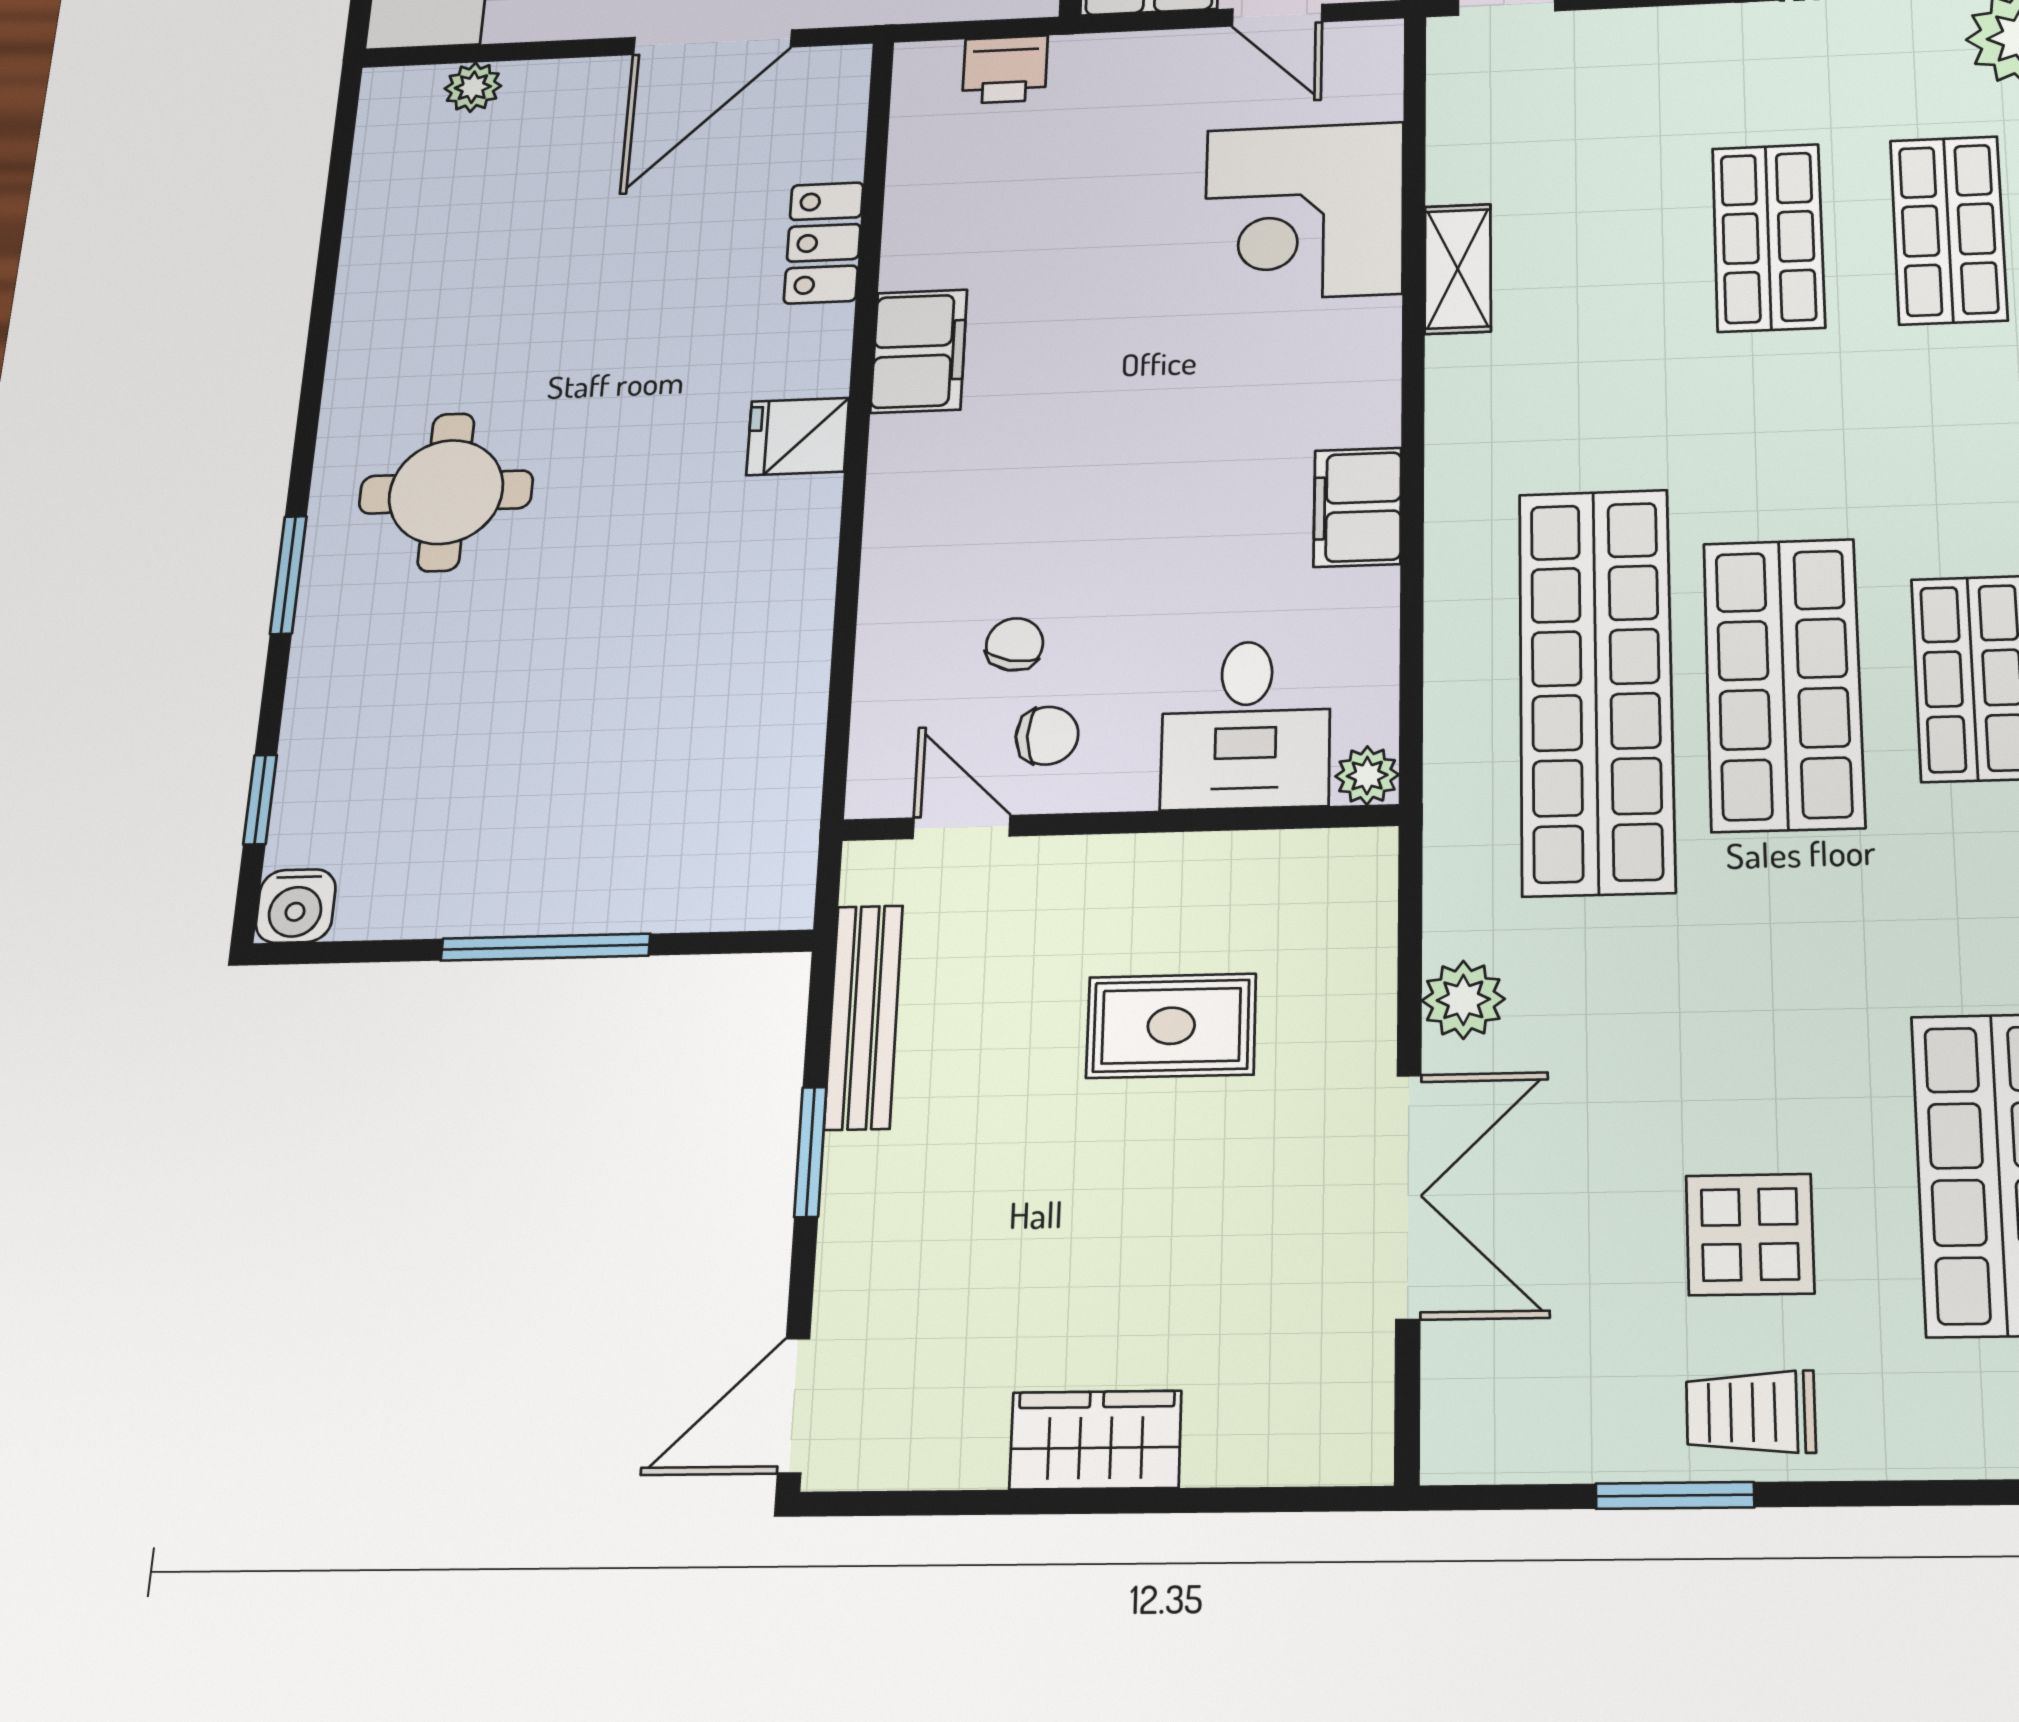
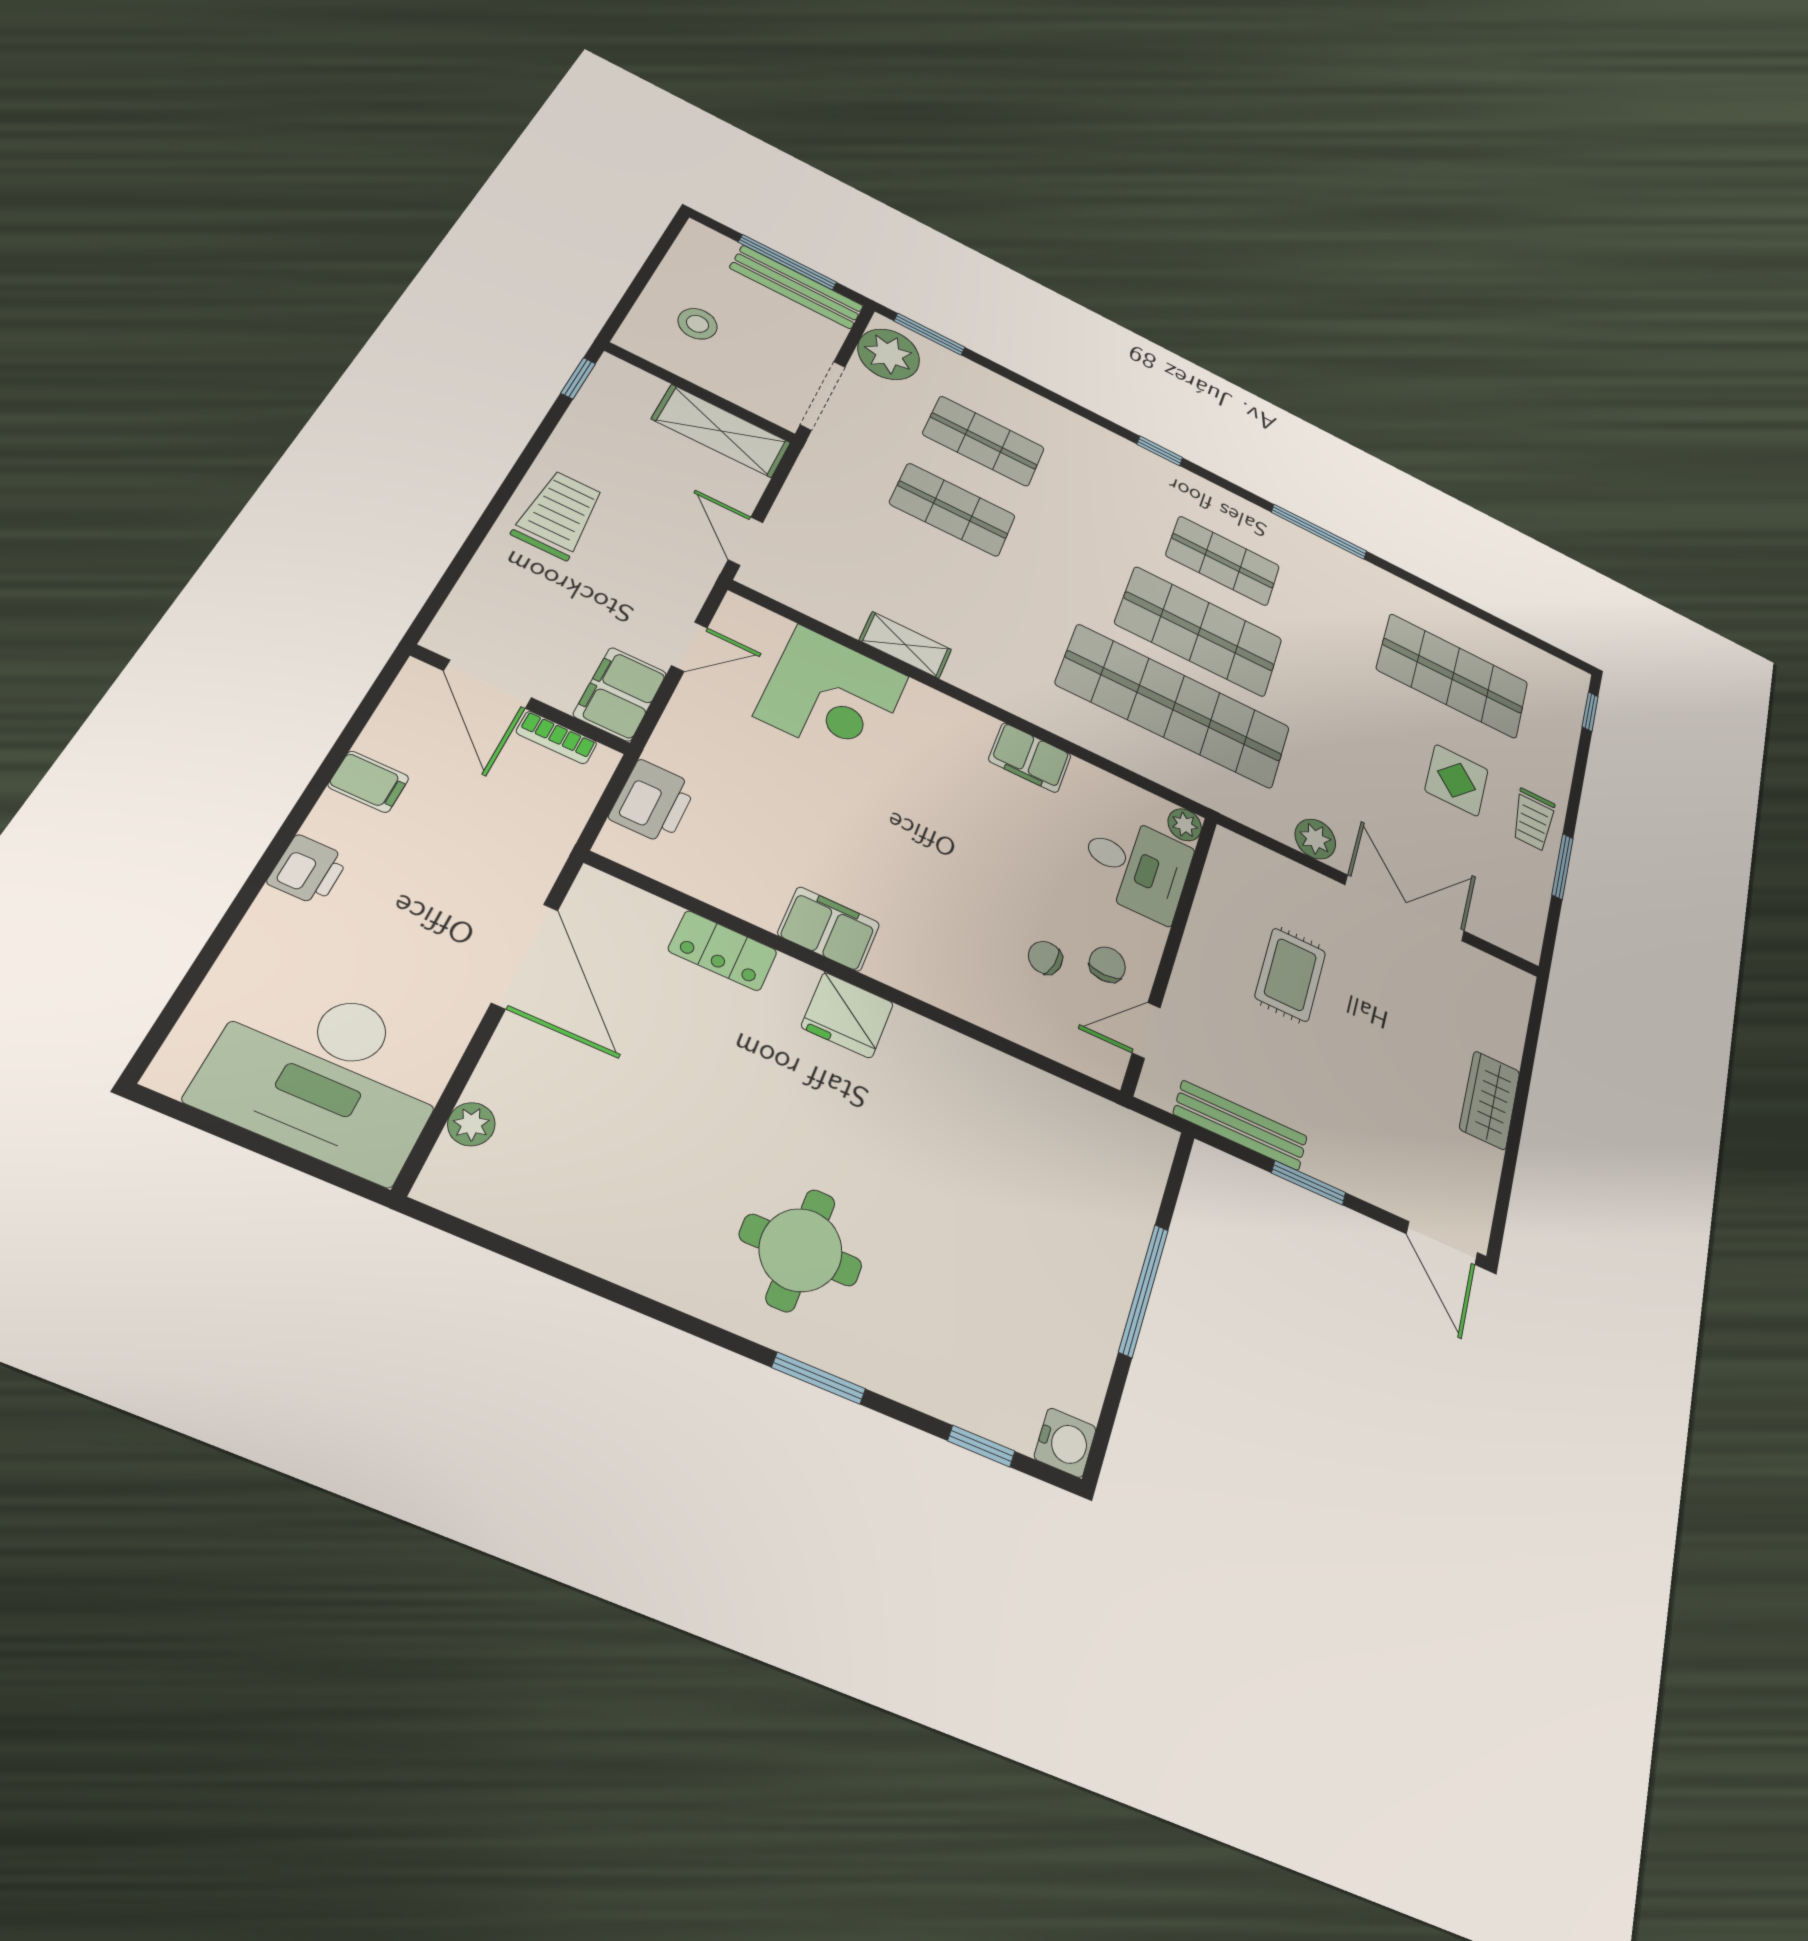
printer: (1005, 69) -> (653, 802), width x1.36, depth x1.24
fridge: (798, 436) -> (848, 1015), width x1.38

